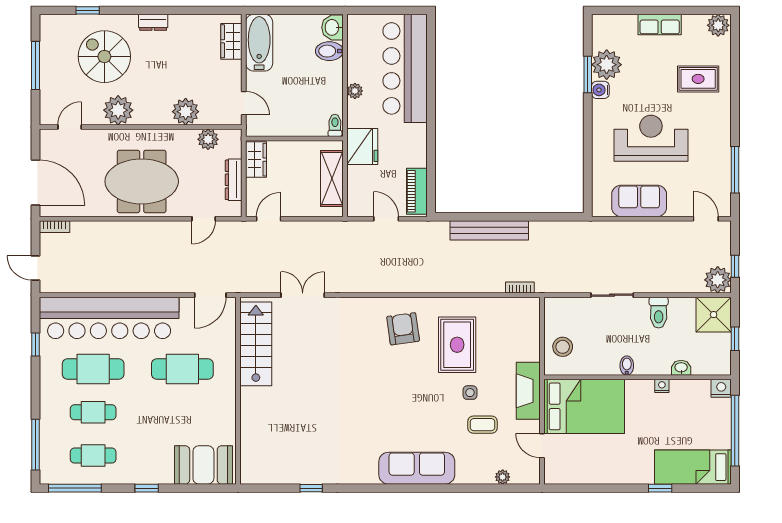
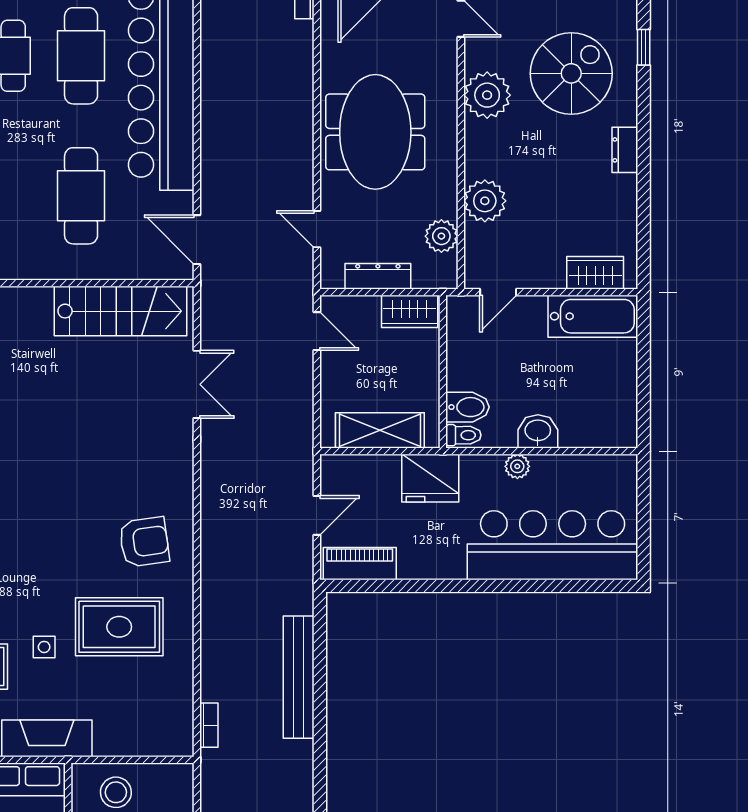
washbasin: (333, 27) -> (538, 431), moved
bidet: (329, 51) -> (467, 407), moved, turned 90

